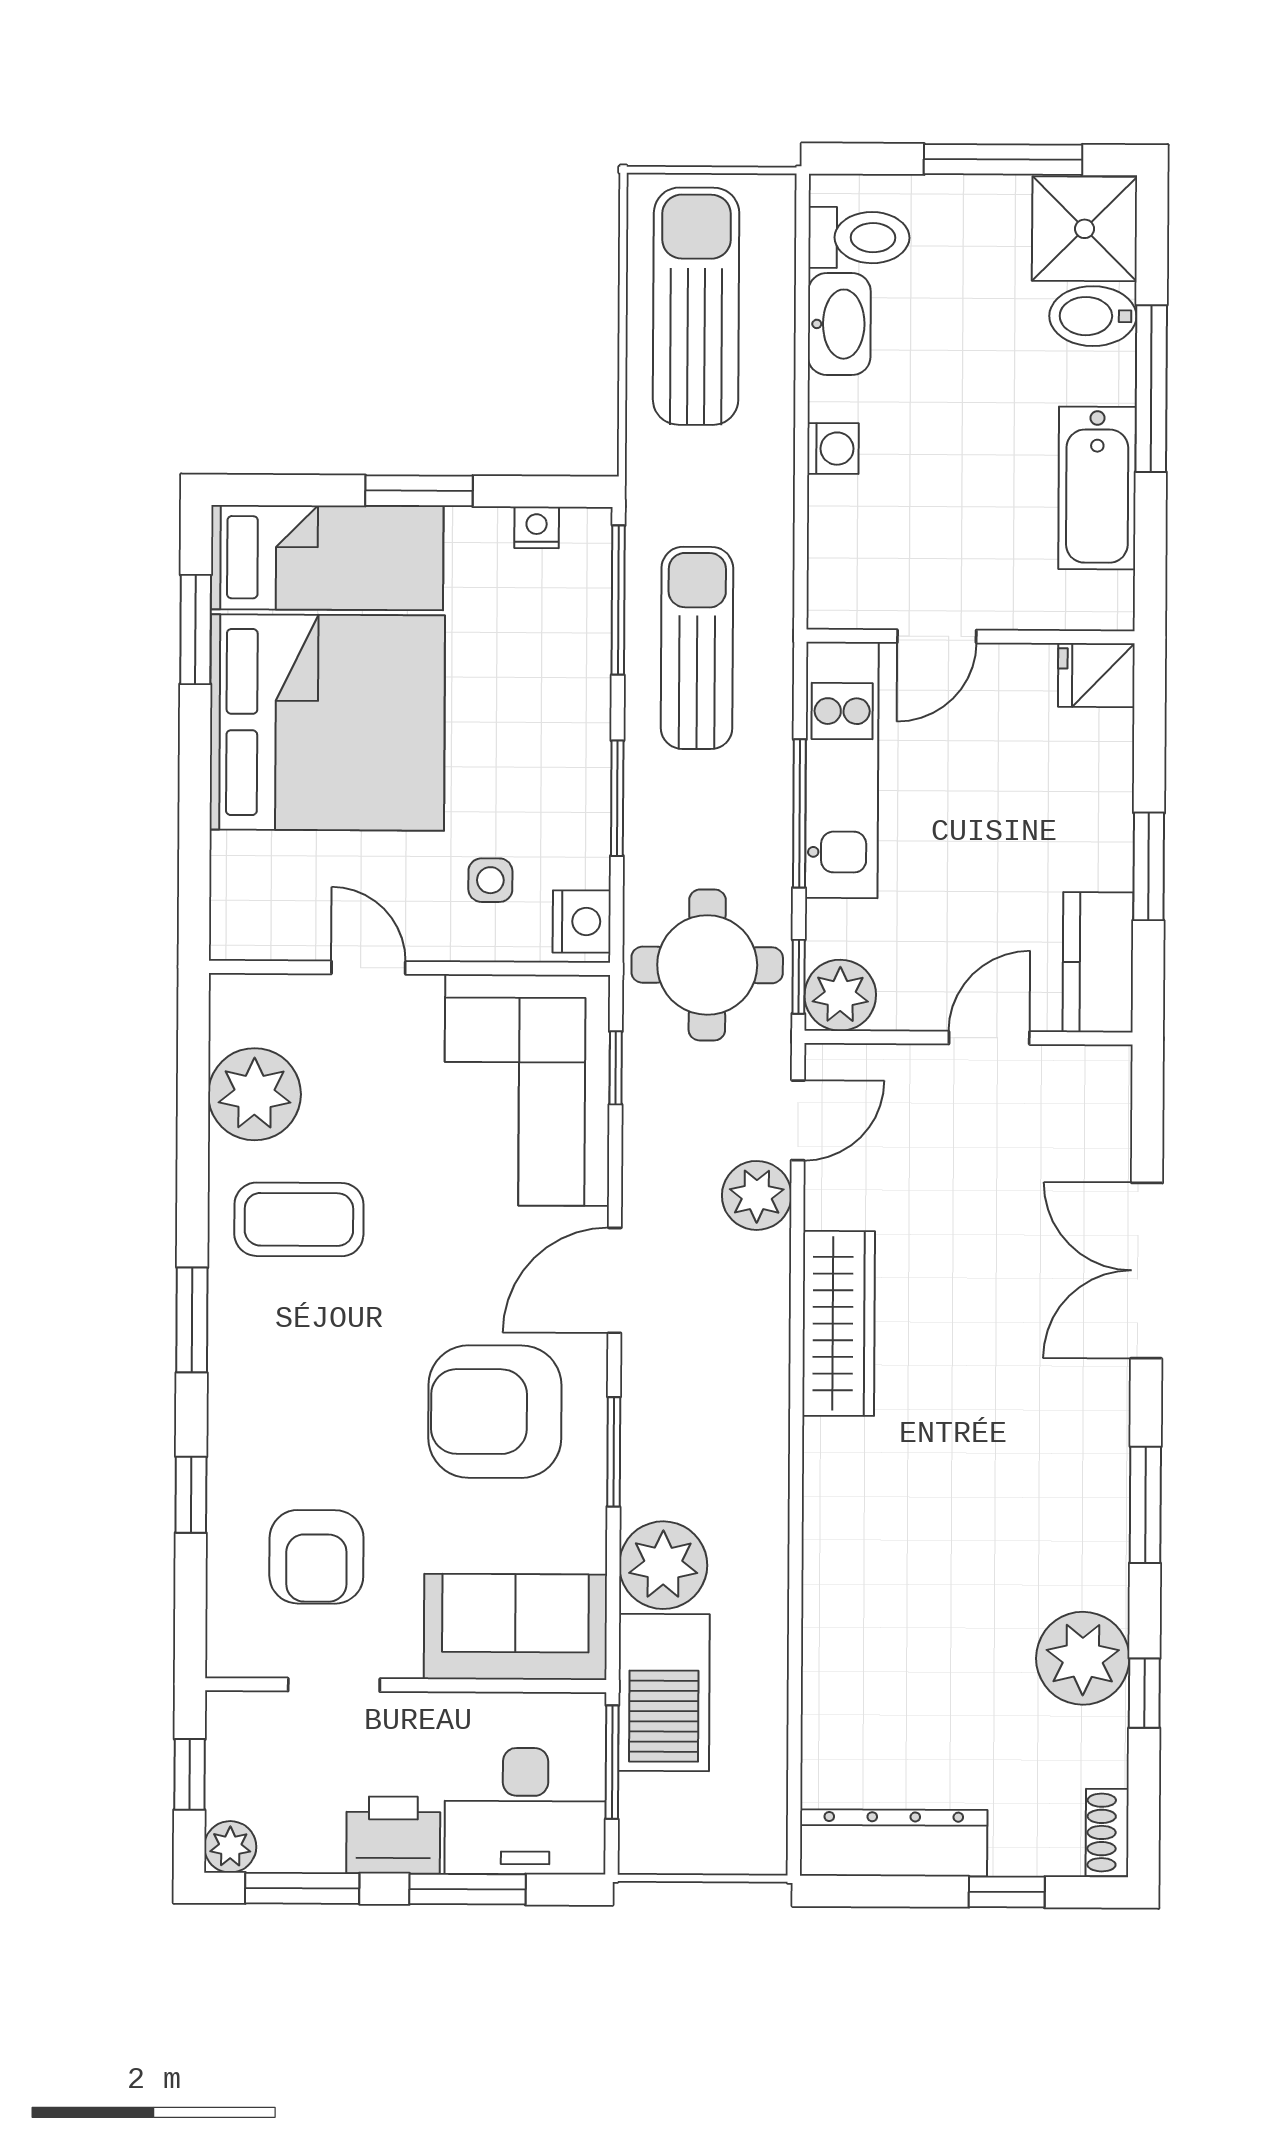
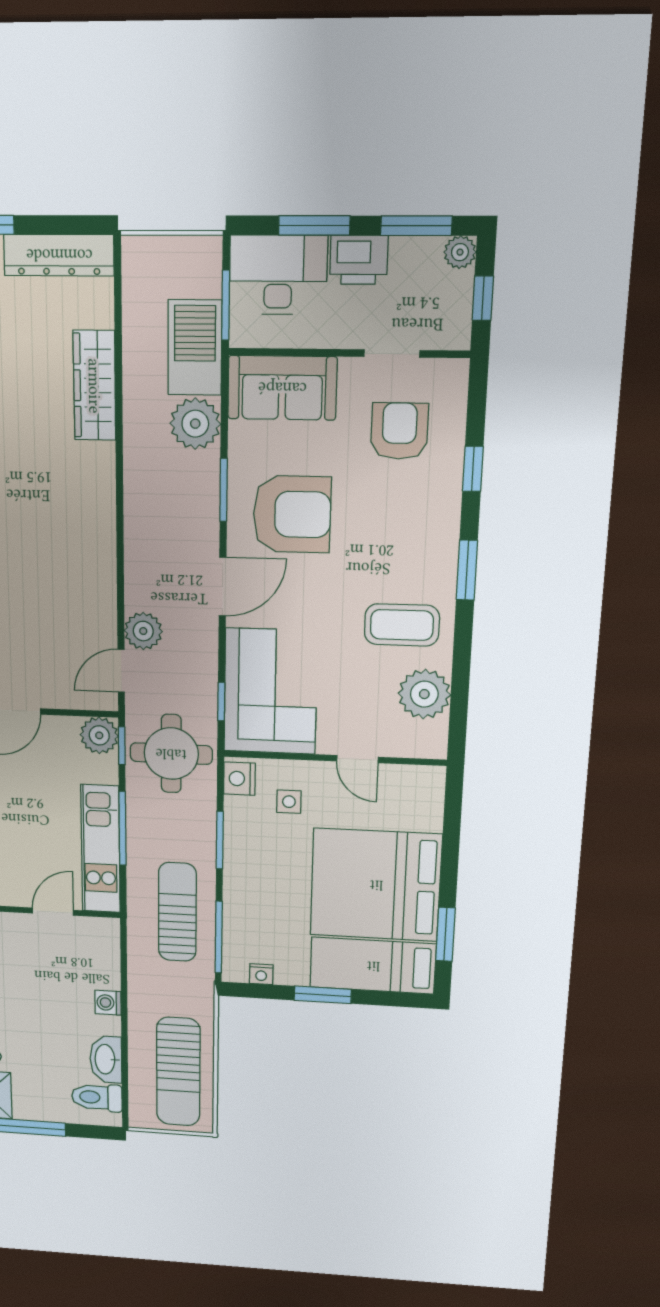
sun lounger: (697, 648) -> (177, 912), turned 180
wardrobe: (839, 1323) -> (94, 386), moved

